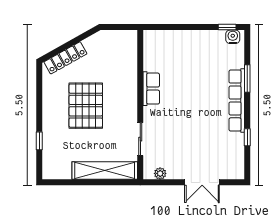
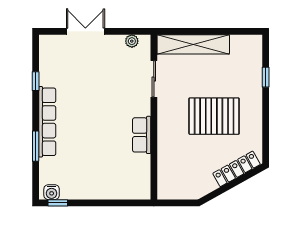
pallet: (86, 106) -> (214, 116), turned 90

